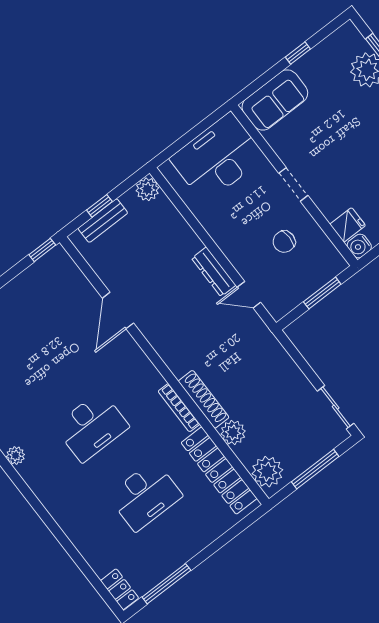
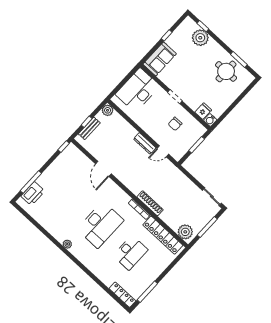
desk: (92, 427) -> (100, 225), width x1.36, depth x1.30
plant: (233, 433) -> (166, 216), removed
locker: (120, 589) -> (122, 295), width x1.53

